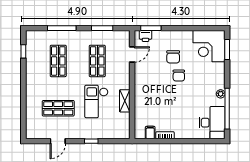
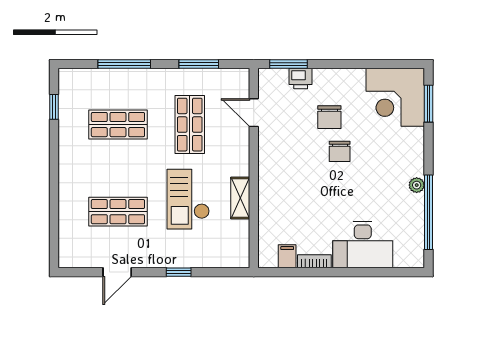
printer: (145, 36) -> (301, 79), moved
door: (132, 54) -> (254, 113), swing flipped
shop shelf: (58, 61) -> (118, 125), turned 90
desk: (212, 123) -> (363, 244), moved, turned 90

